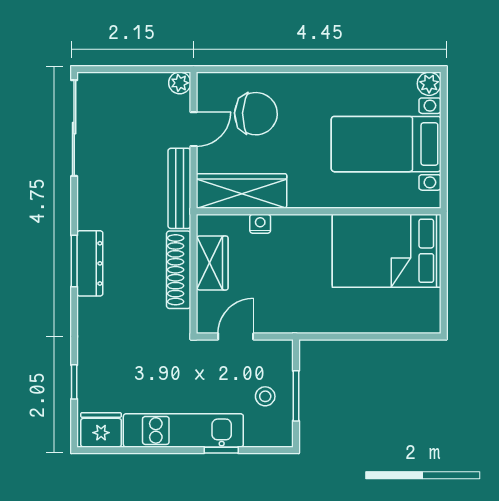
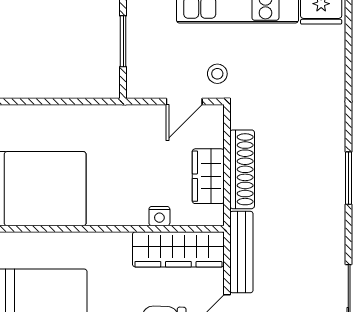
dresser: (90, 263) -> (333, 176), removed
window: (74, 382) -> (348, 55), removed
stool: (265, 396) -> (217, 74), moved

